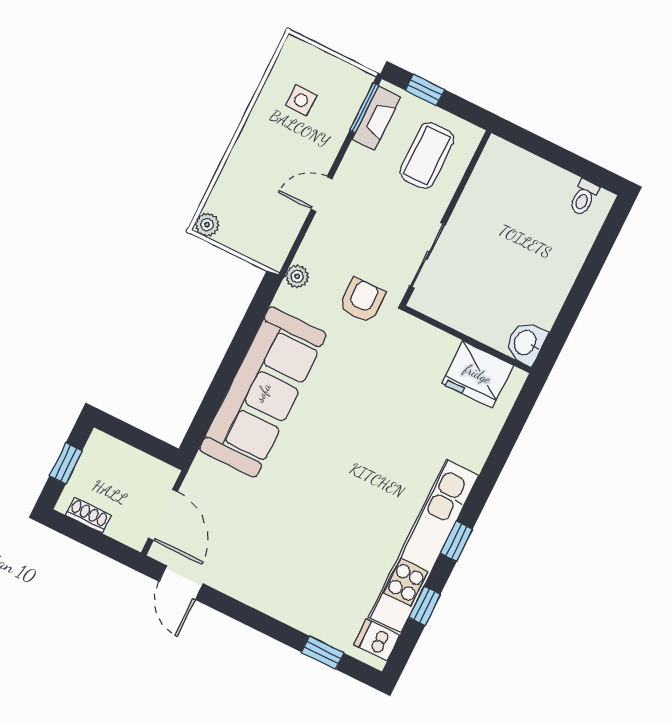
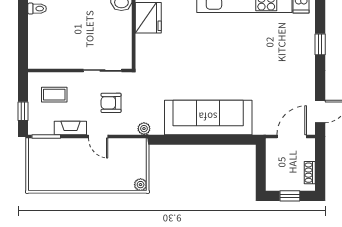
side table: (301, 100) -> (58, 169), removed
fireplace: (376, 118) -> (70, 128), moved
coffee table: (427, 156) -> (54, 95), width x0.73, depth x0.77
armchair: (362, 300) -> (111, 103), moved
window: (323, 653) -> (320, 44), moved

